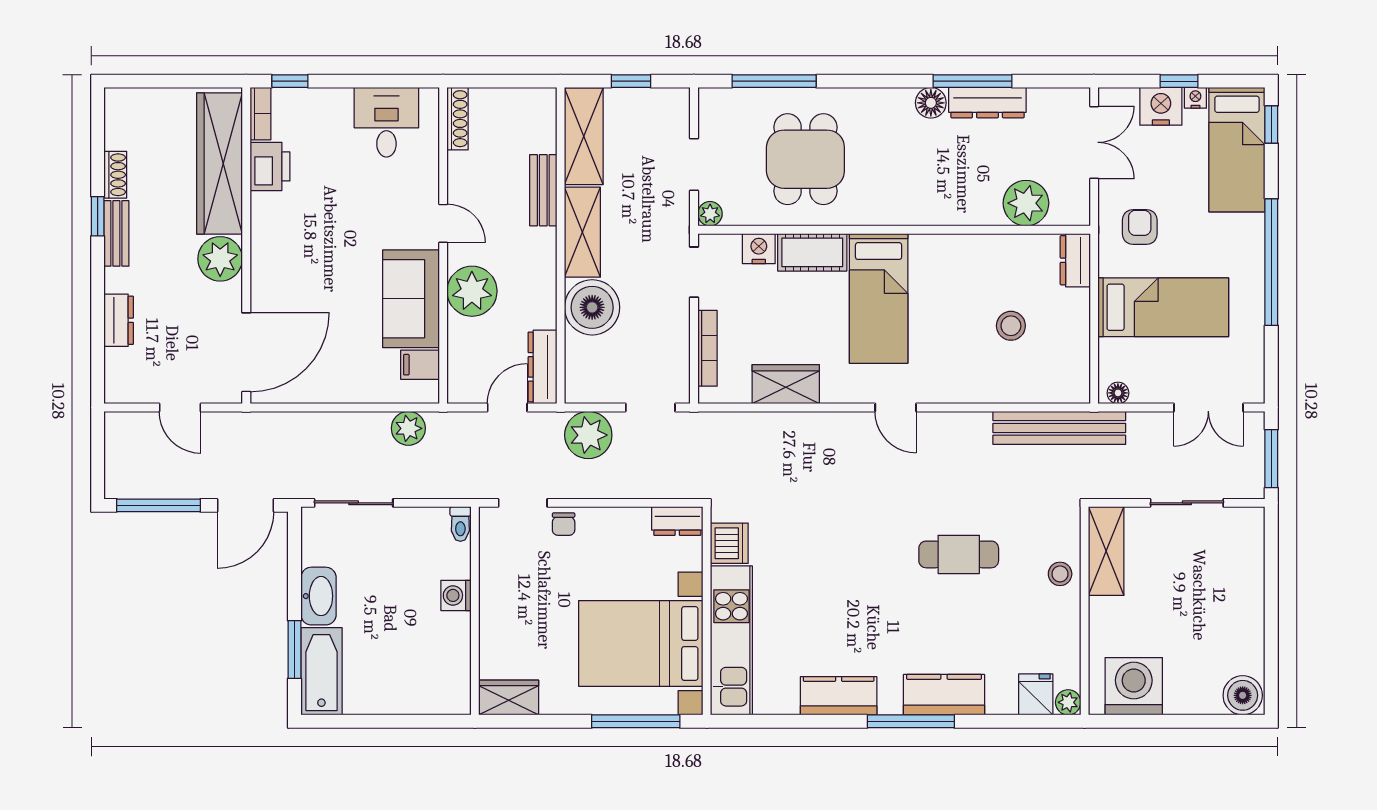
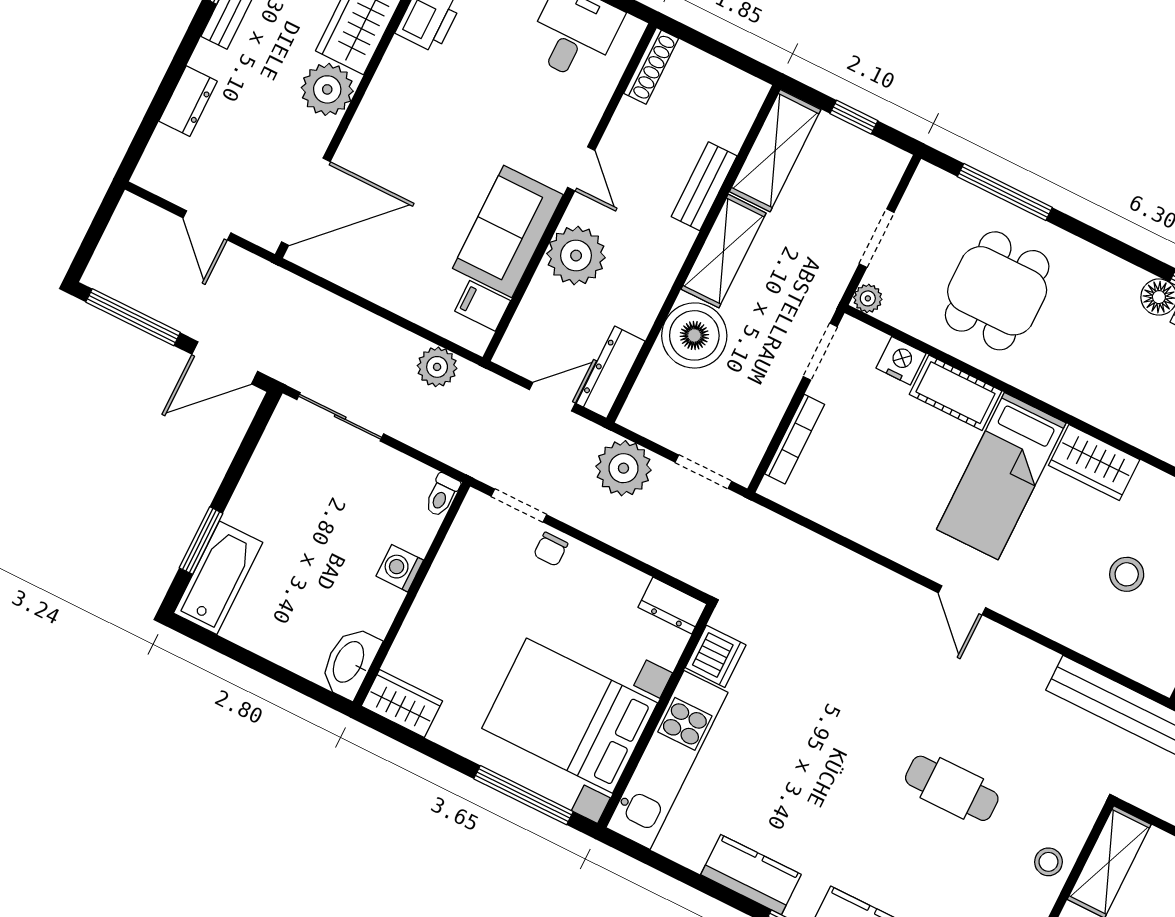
wardrobe: (786, 384) -> (1094, 462), moved, turned 180
washbasin: (319, 596) -> (350, 662), moved, turned 180

